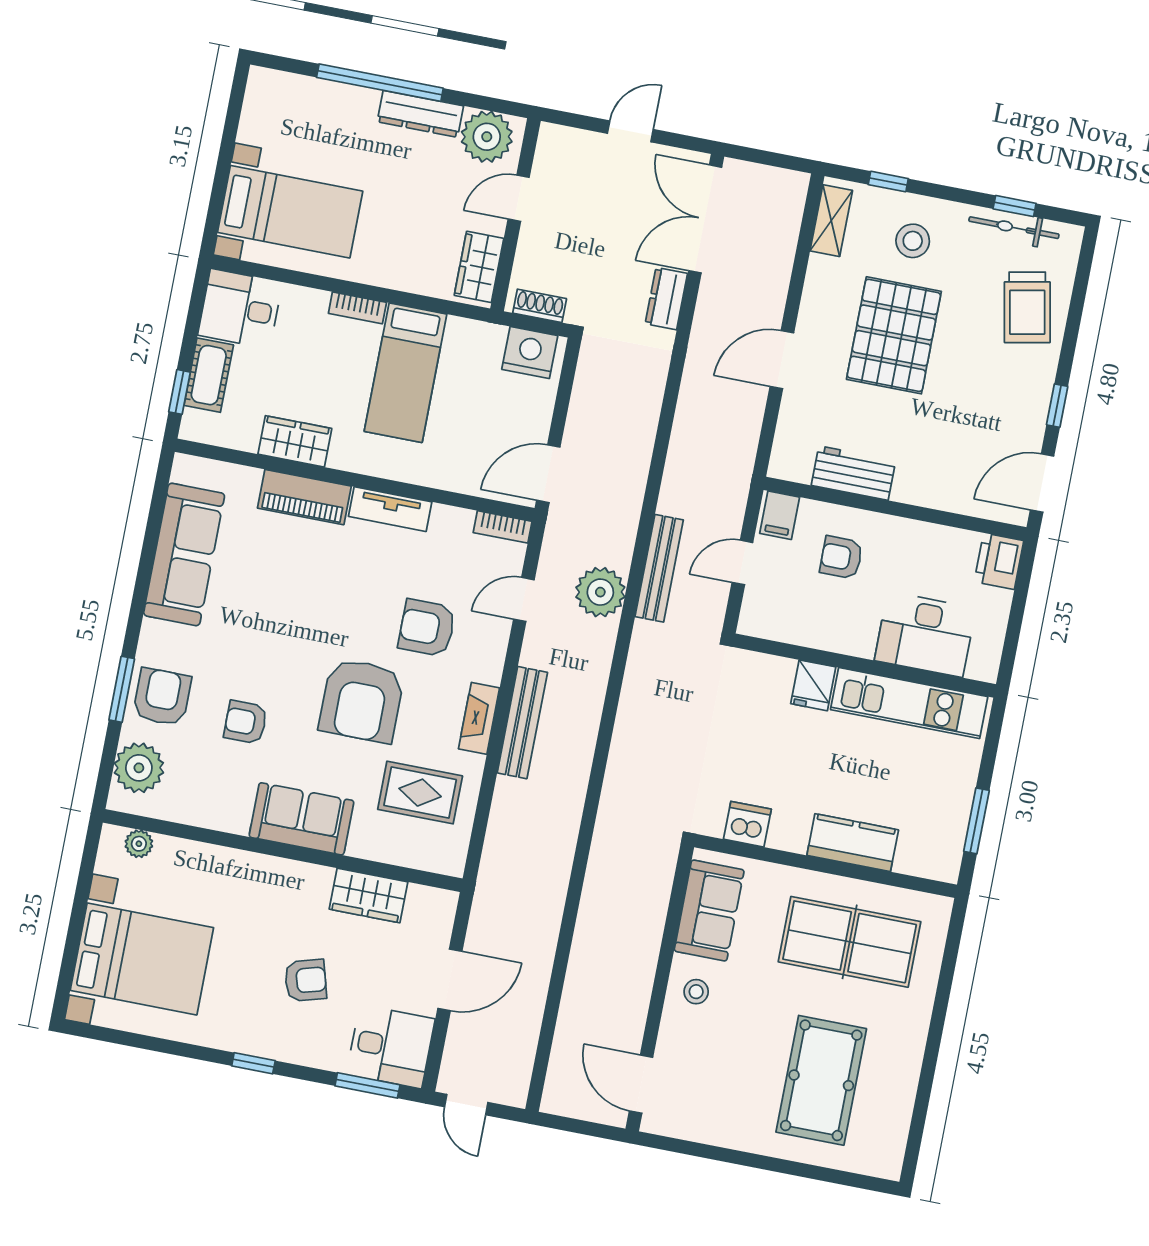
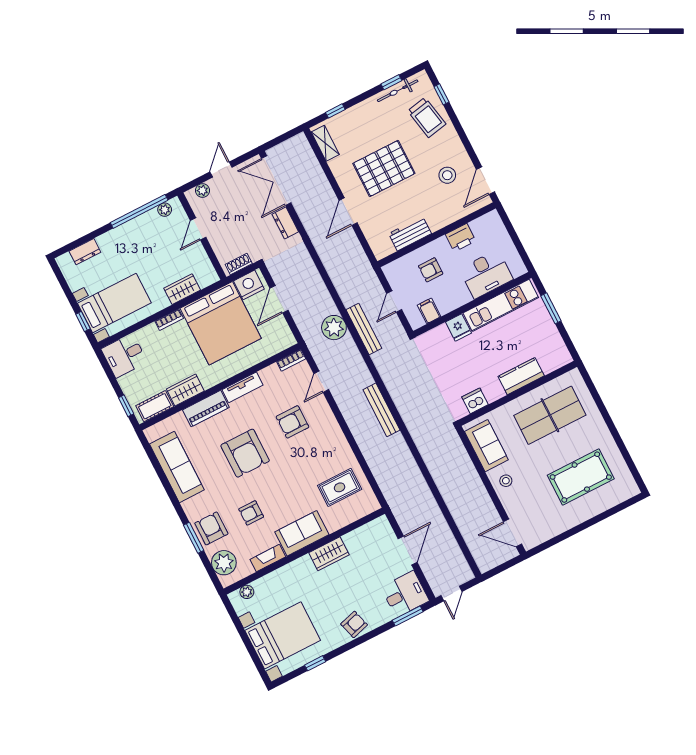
window: (380, 83) -> (139, 211), moved
dresser: (420, 114) -> (85, 252), moved, width x0.70
plant: (487, 137) -> (165, 210), width x0.53, depth x0.53
plant: (574, 142) -> (202, 190), added
window: (216, 202) -> (83, 321), added
stool: (913, 241) -> (447, 175), moved
wardrobe: (479, 267) -> (182, 289), moved, turned 90
pallet: (894, 335) -> (384, 168), turned 90
bed: (406, 373) -> (221, 323), width x2.04
cot: (209, 375) -> (155, 406), moved, turned 90
window: (1057, 406) -> (441, 94), moved
door: (548, 474) -> (279, 299), moved
filing cabinet: (780, 515) -> (429, 311), moved, turned 180
printer: (999, 561) -> (461, 238), moved, turned -90
plant: (600, 592) -> (334, 328), moved
armchair: (362, 701) -> (245, 453), moved
fireplace: (479, 718) -> (268, 558), moved, turned 90
bench: (522, 723) -> (381, 410), moved
window: (976, 821) -> (551, 308), moved
wardrobe: (368, 895) -> (329, 554), moved
armchair: (306, 980) -> (354, 624), moved
window: (253, 1063) -> (315, 663), moved
pool table: (821, 1080) -> (581, 477), turned 90
door: (466, 1105) -> (451, 594), hinge flipped

